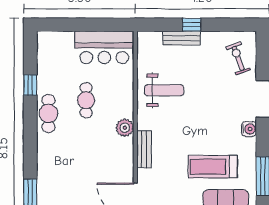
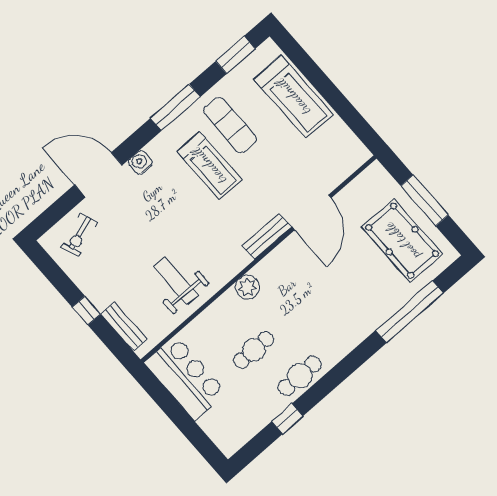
bench: (182, 38) -> (124, 326), moved
bench: (144, 149) -> (267, 236), moved

